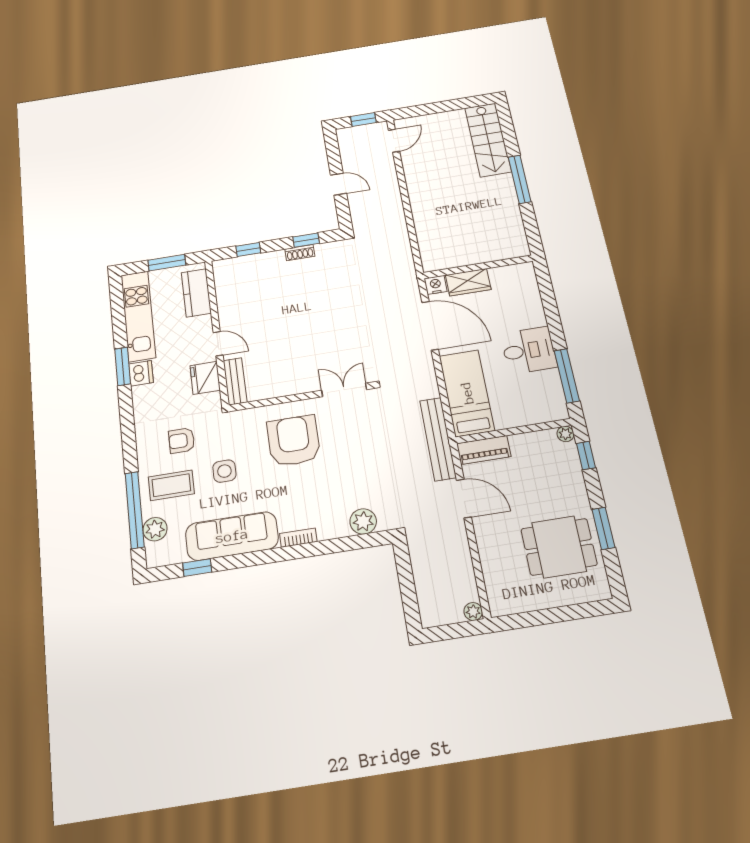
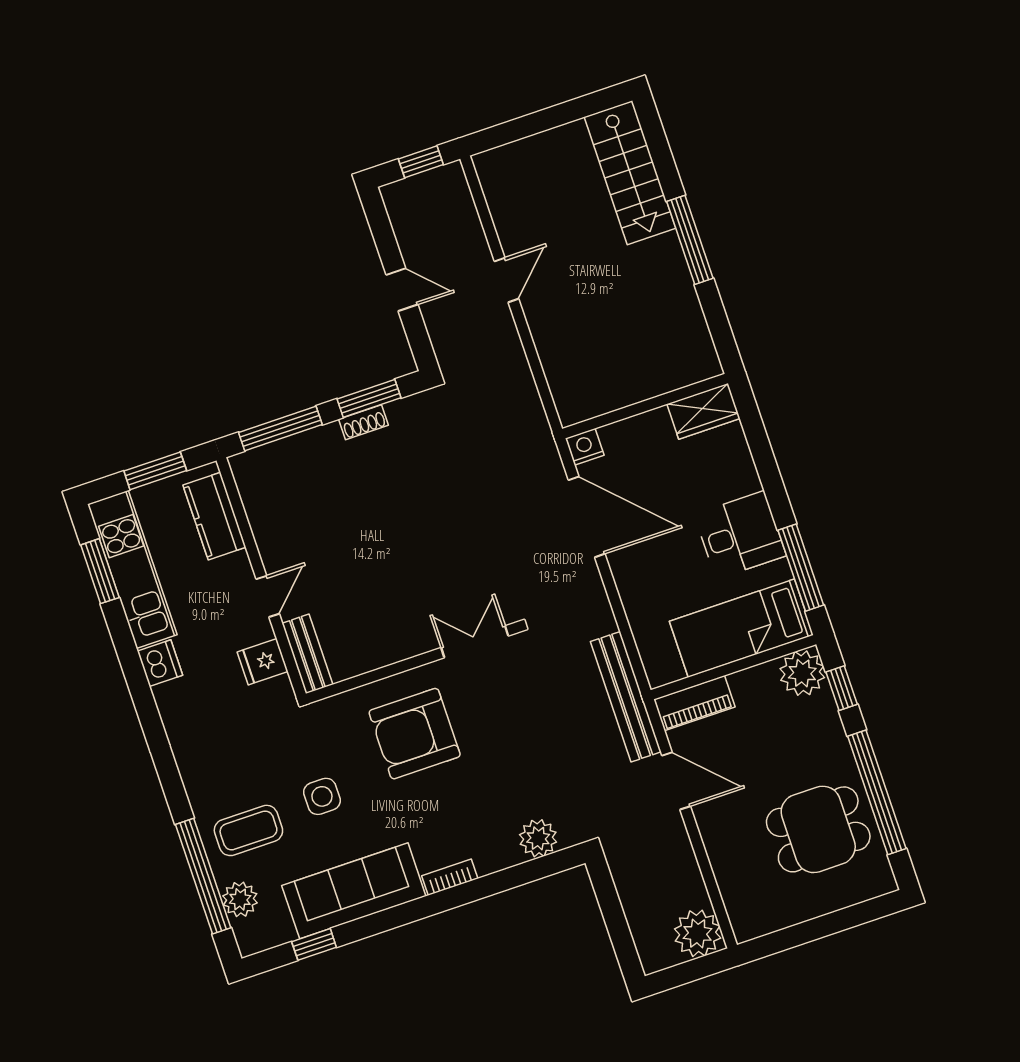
door: (394, 141) -> (507, 280), moved
window: (306, 240) -> (369, 398), width x1.50
window: (248, 249) -> (280, 428), width x2.17
wardrobe: (468, 282) -> (703, 411), moved
door: (218, 344) -> (268, 596), hinge flipped
window: (123, 366) -> (100, 571), moved
fridge: (205, 378) -> (263, 662), width x0.72
bed: (467, 393) -> (741, 628), moved, turned -90
plant: (565, 434) -> (802, 673), width x1.87, depth x1.87
armchair: (182, 441) -> (248, 760), removed
armchair: (294, 441) -> (415, 734), turned -90
window: (603, 528) -> (877, 792), width x2.11
plant: (473, 612) -> (698, 933), width x1.87, depth x1.87

